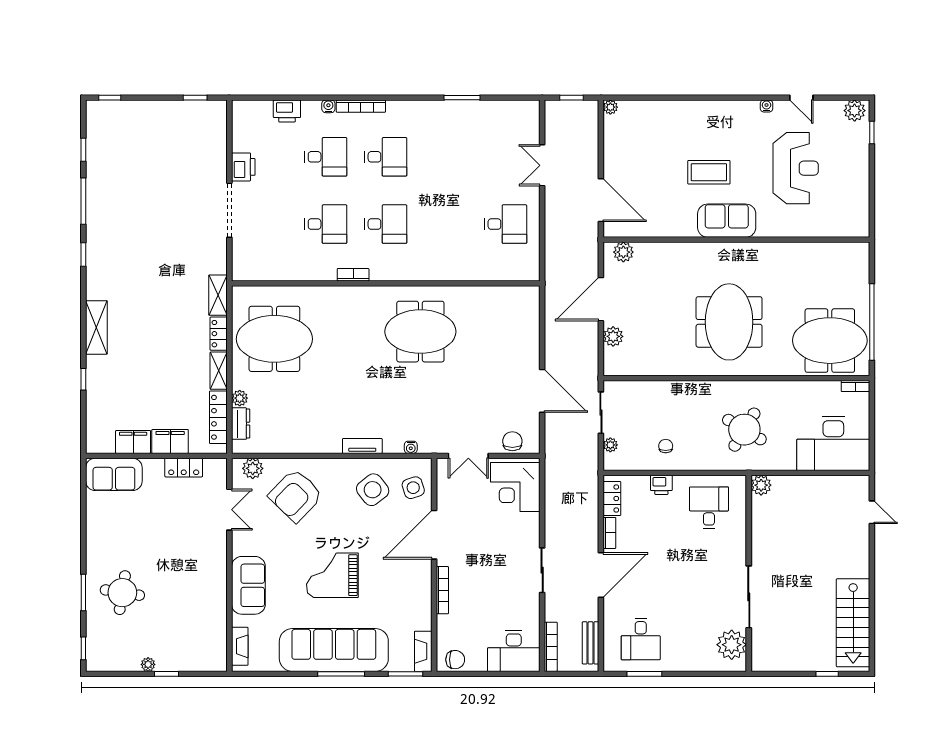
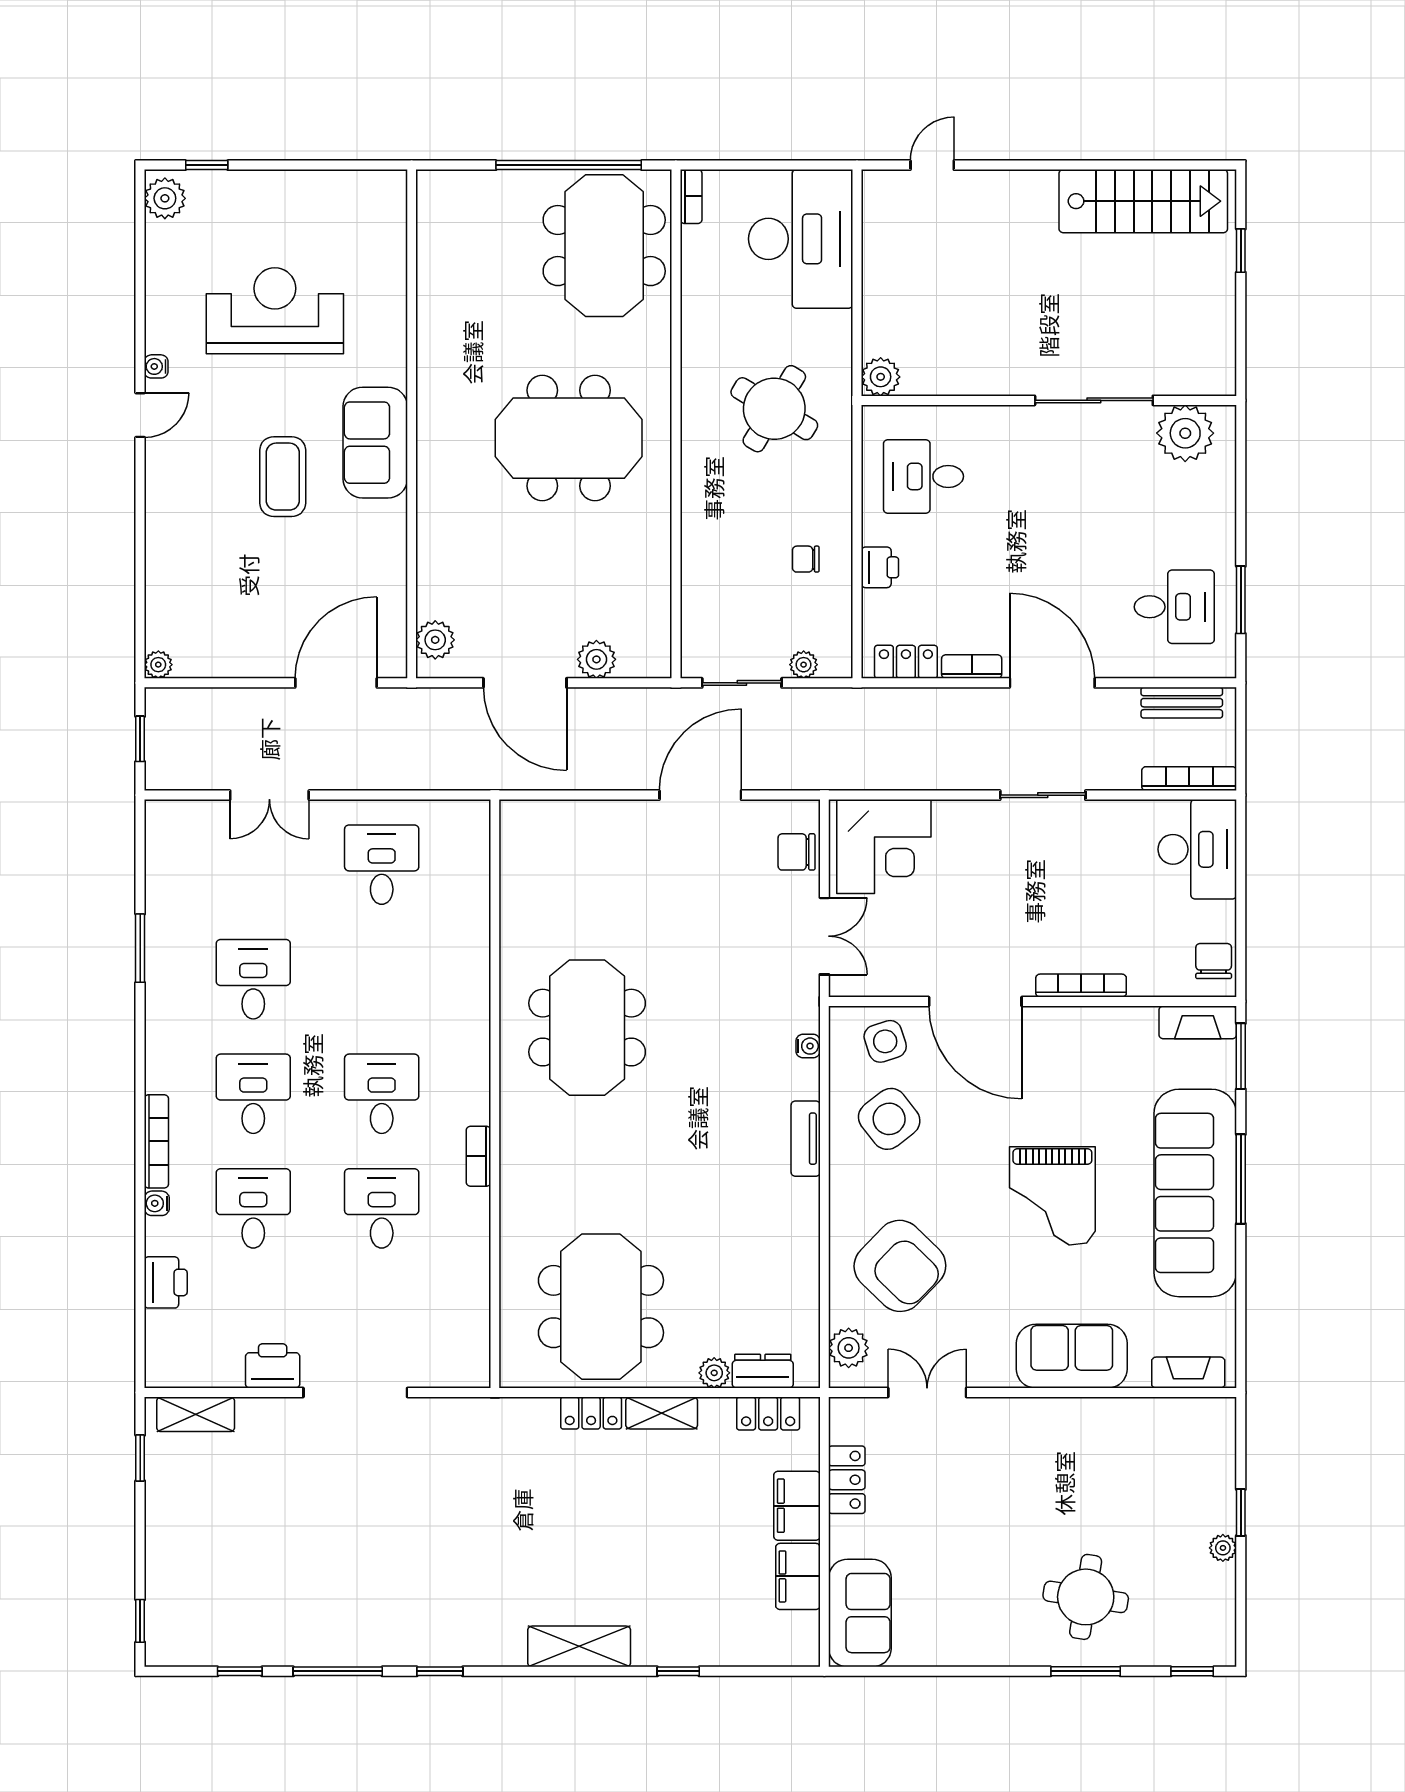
door: (801, 98) -> (140, 415), moved
desk: (446, 157) -> (253, 979), added
shelving: (218, 295) -> (196, 1414), moved
locker: (218, 417) -> (768, 1414), width x0.66

